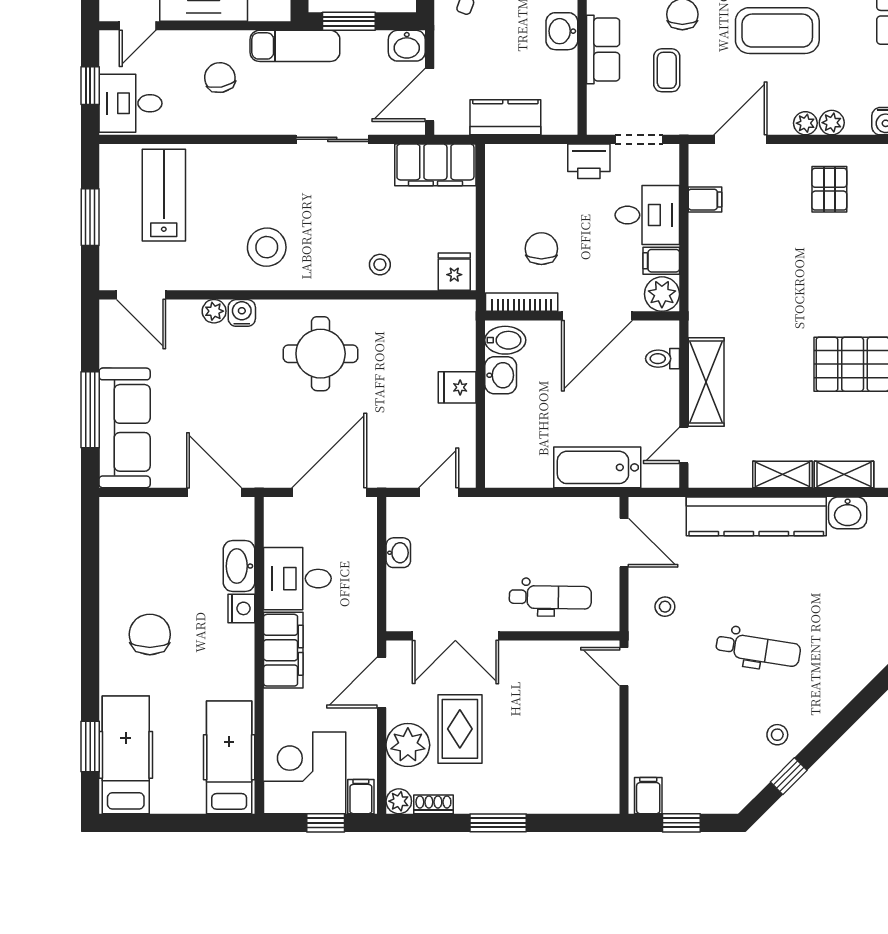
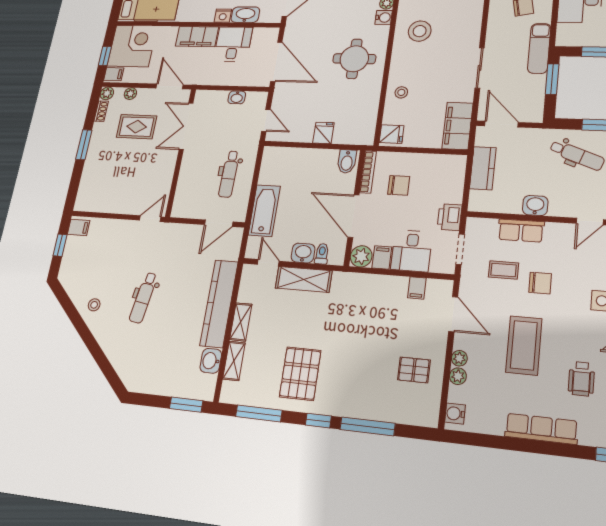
washbasin: (407, 46) -> (534, 112), removed
washbasin: (501, 375) -> (303, 253), moved, turned 180
dental chair: (550, 597) -> (229, 174), moved
stool: (665, 607) -> (178, 245), removed
plant: (408, 745) -> (130, 94), width x0.53, depth x0.53
window: (789, 776) -> (70, 309), removed

